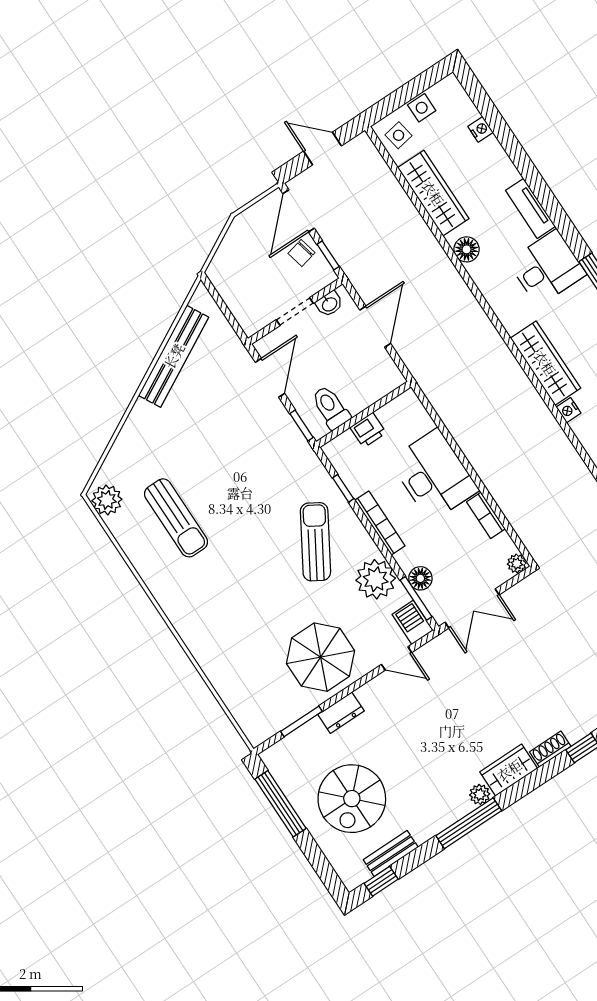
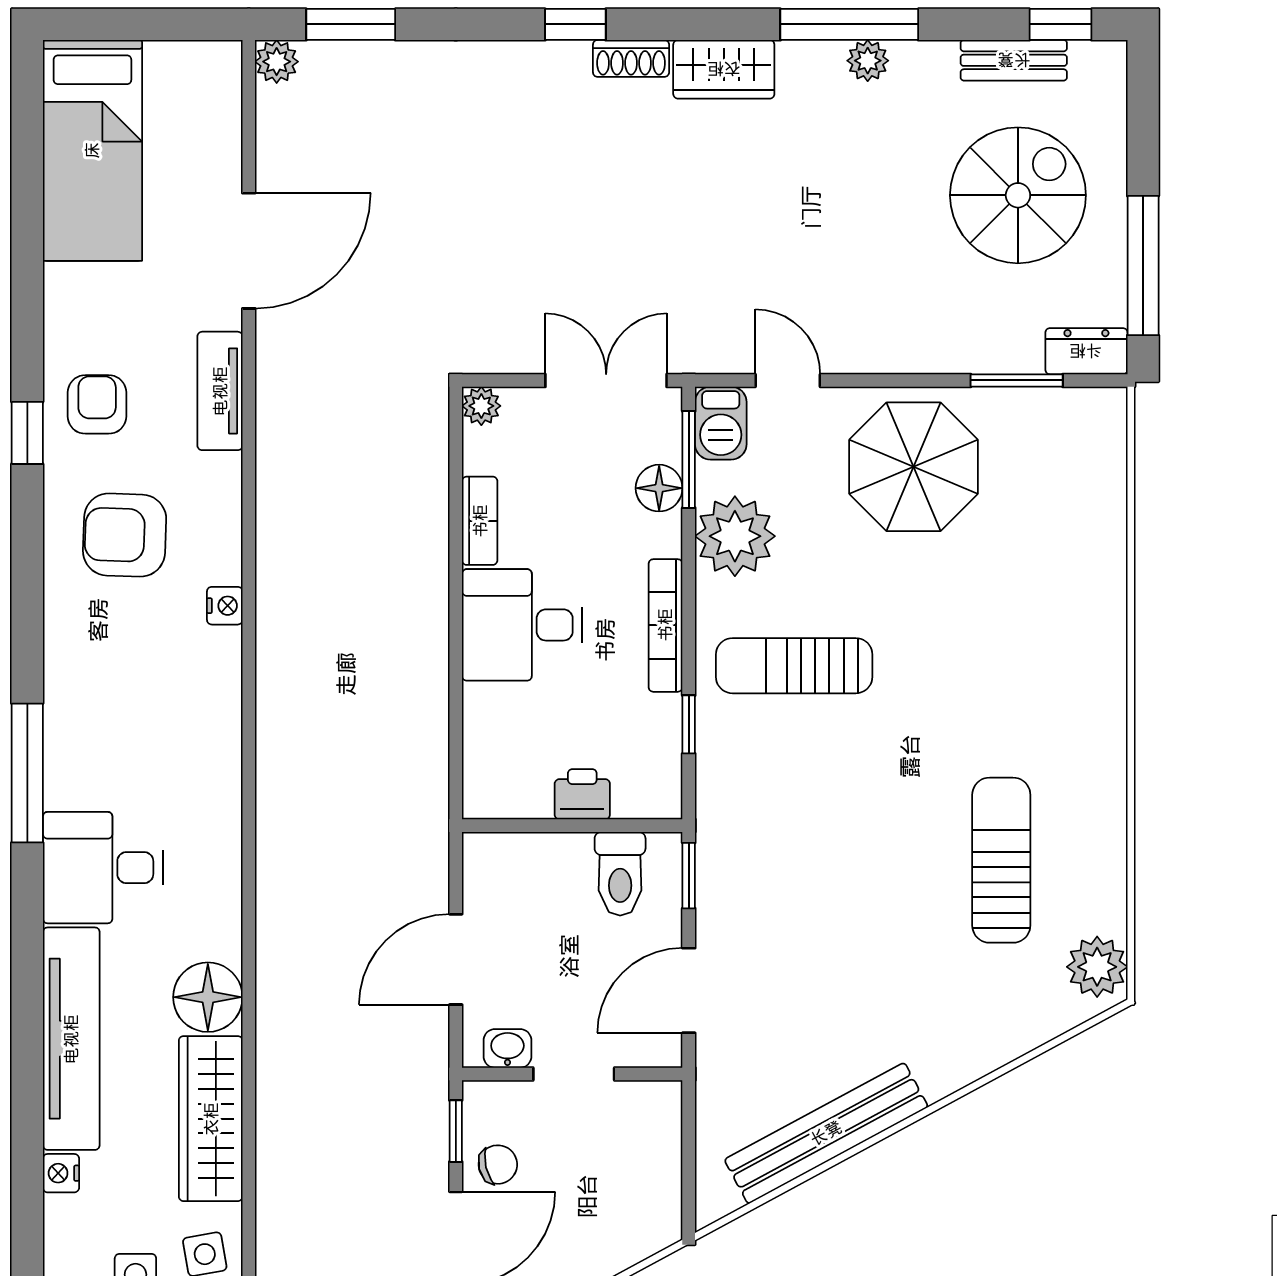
tv unit: (530, 208) -> (71, 1039), width x1.92, depth x1.29
floor lamp: (467, 249) -> (208, 997), width x1.38, depth x1.38
wardrobe: (545, 363) -> (211, 710), removed
desk: (434, 475) -> (522, 625), width x0.73
sun lounger: (315, 542) -> (794, 666), turned 59
dresser: (341, 713) -> (1086, 351), moved
plant: (480, 794) -> (868, 61), moved

